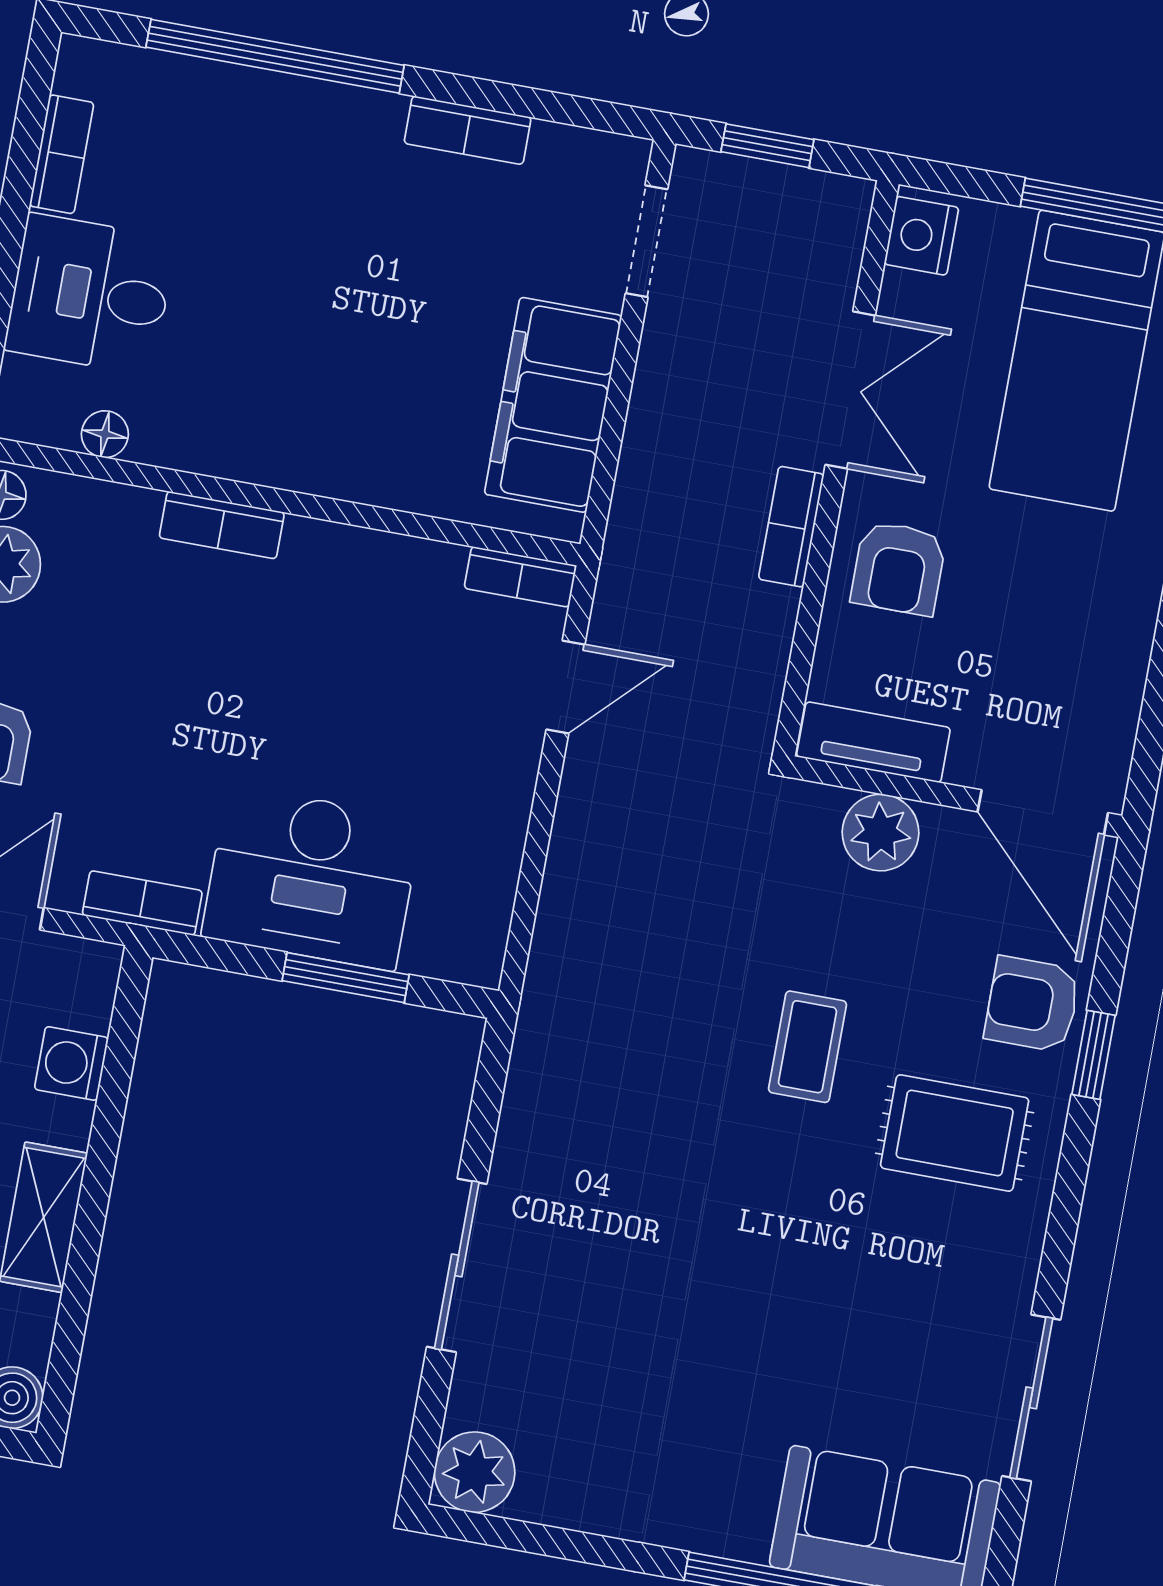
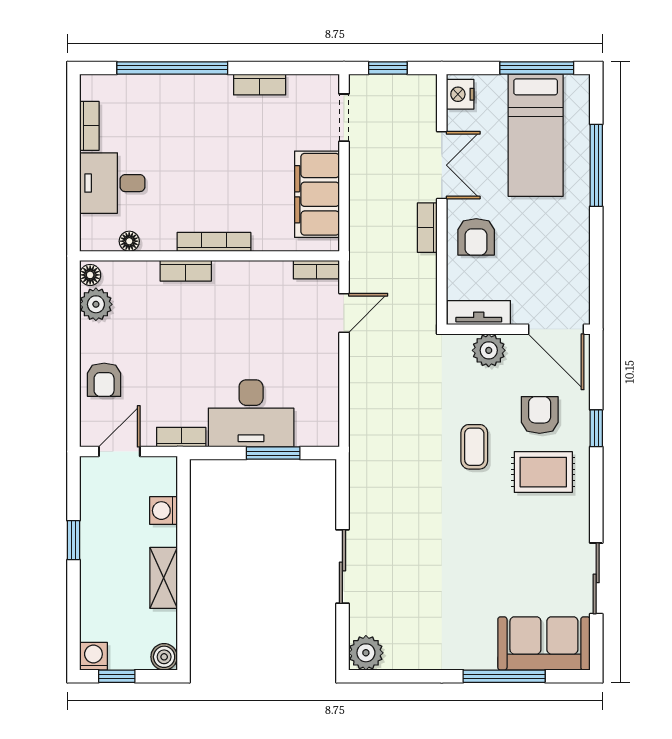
bookcase: (298, 471) -> (214, 242), added
armchair: (1032, 1004) -> (540, 415), moved, turned 90

